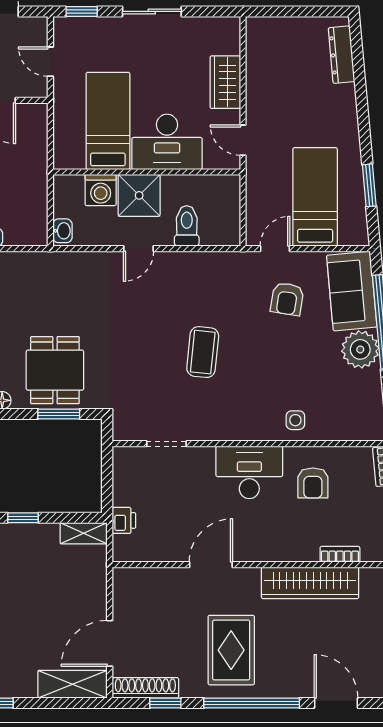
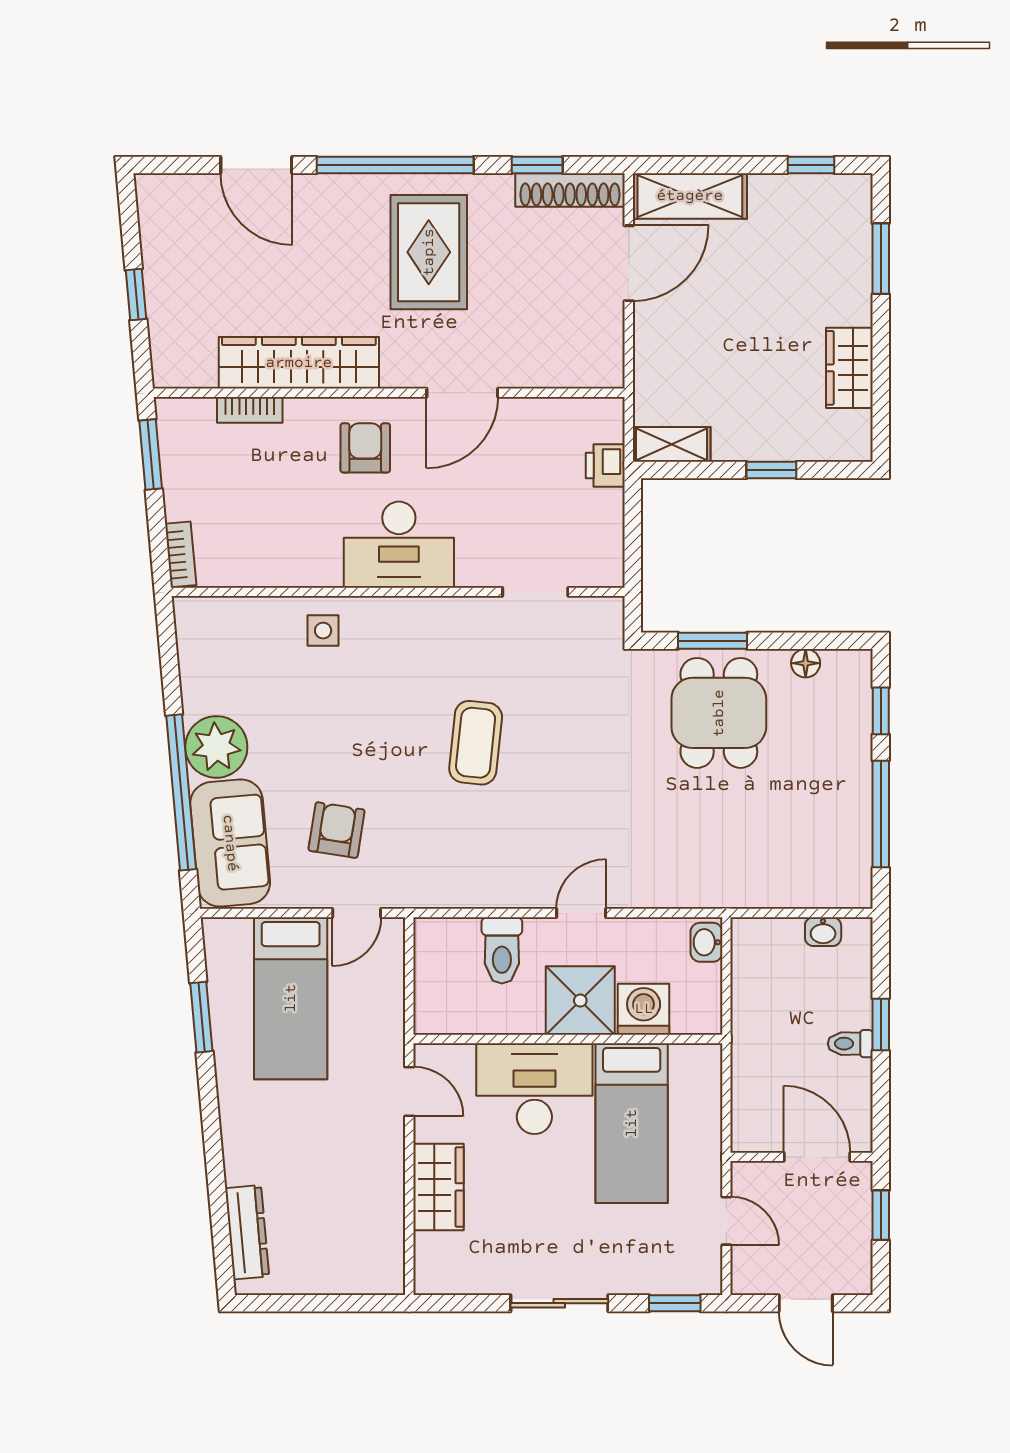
armchair: (313, 483) -> (365, 448), moved

